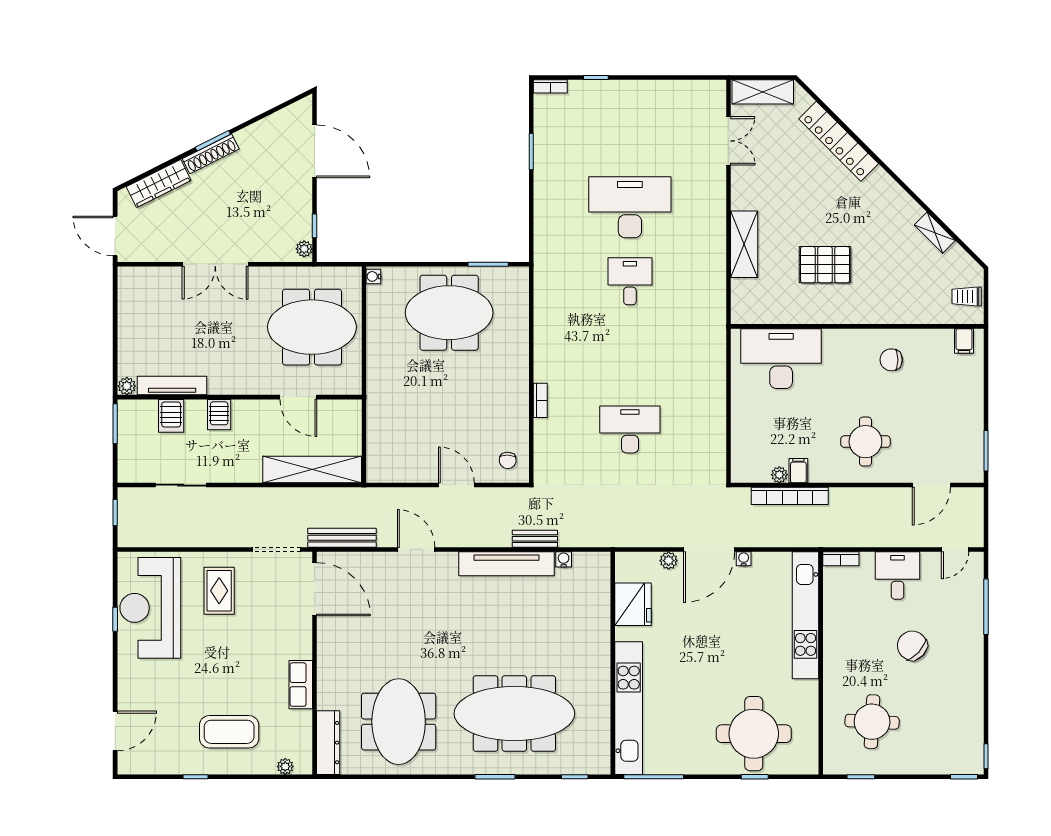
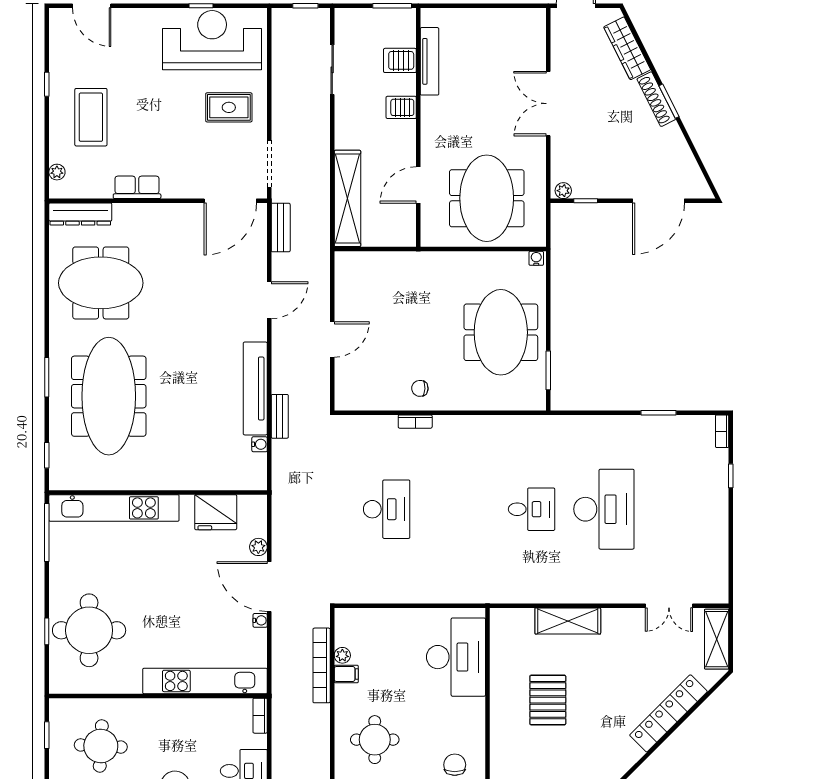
plant: (127, 386) -> (429, 17), removed
chair: (508, 460) -> (420, 388), moved
bench: (342, 538) -> (281, 228), width x0.73

